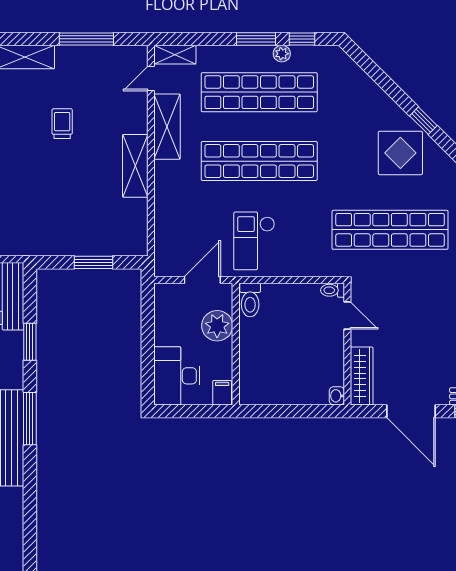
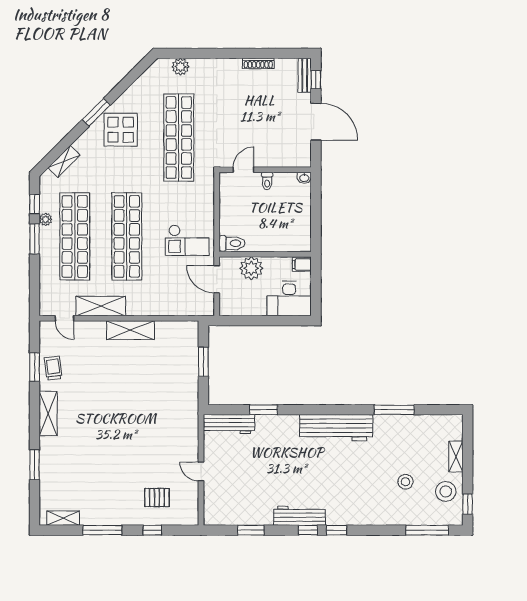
window: (86, 39) -> (35, 367), width x0.69
shelving: (175, 55) -> (64, 161), moved, turned 45
window: (423, 121) -> (96, 112), width x1.50
trolley: (62, 124) -> (53, 368), moved, turned 83
toilet: (333, 290) -> (267, 181), moved
wardrobe: (362, 376) -> (289, 159), removed
door: (411, 411) -> (316, 122), hinge flipped
window: (30, 419) -> (394, 410), moved

